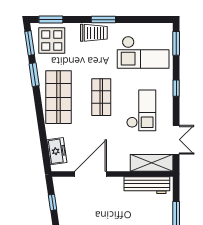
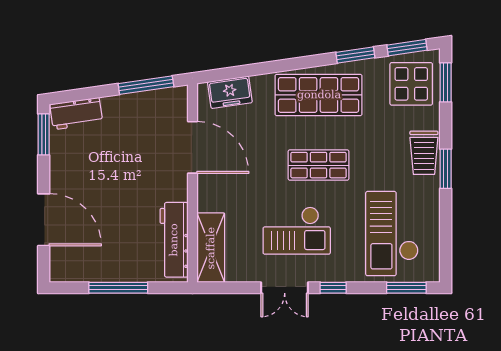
double door: (176, 140) -> (285, 288), moved
window: (52, 202) -> (146, 85), width x2.17

